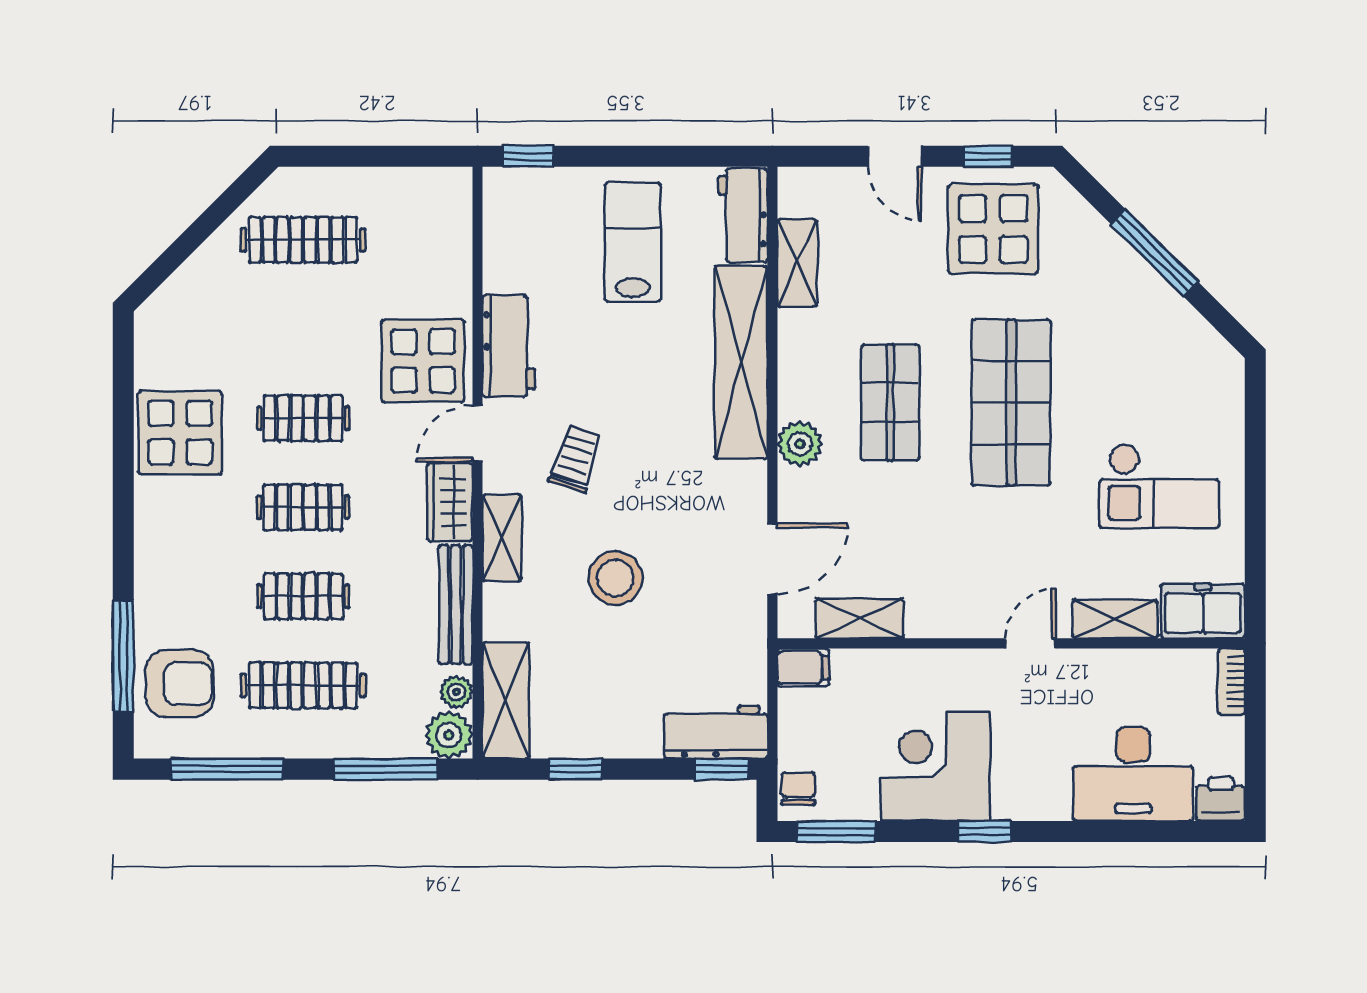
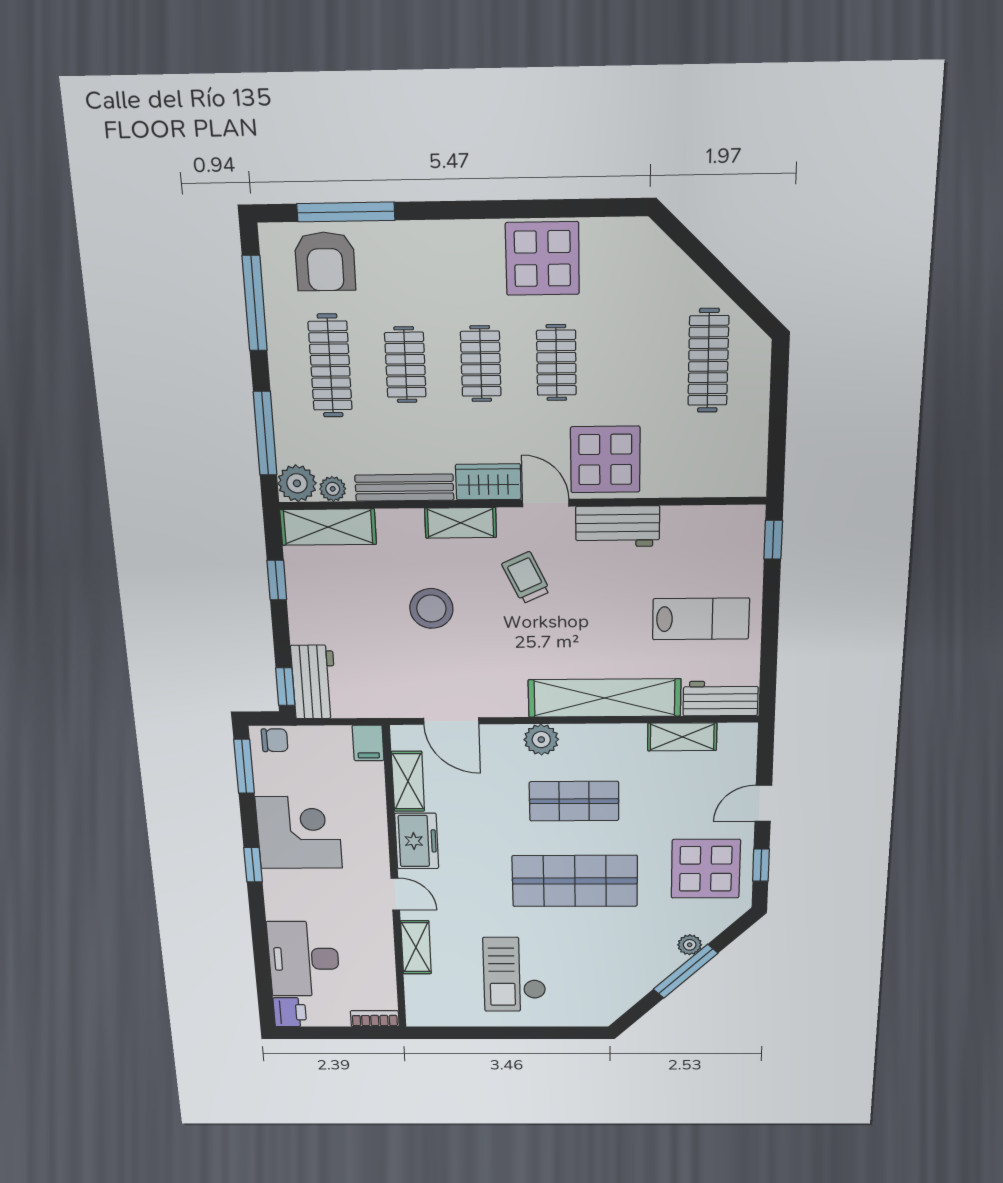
plant: (1112, 248) -> (690, 945), added
trolley: (575, 459) -> (526, 578), turned -132
freezer: (1203, 611) -> (417, 841), moved

